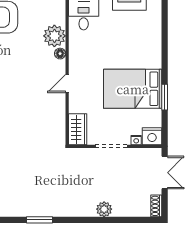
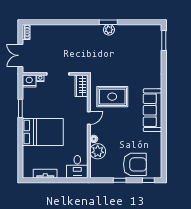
bed: (133, 89) -> (43, 132), moved
rug: (34, 114) -> (112, 97), added
plant: (104, 209) -> (109, 30), moved

